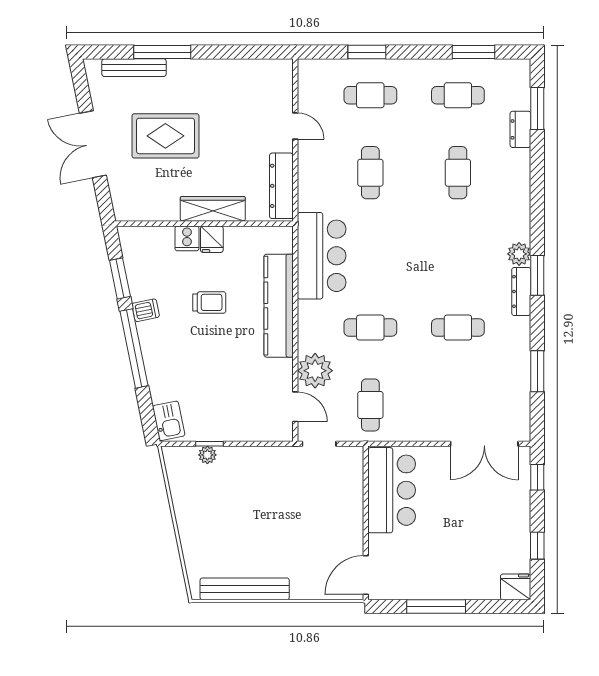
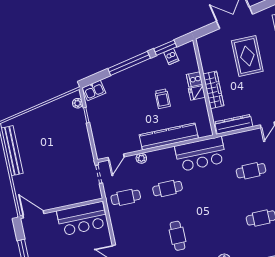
dishwasher: (146, 310) -> (171, 57), moved
cafe table: (370, 328) -> (167, 189), turned 90
plant: (315, 371) -> (141, 158), width x0.53, depth x0.53
plant: (207, 455) -> (78, 103), moved

